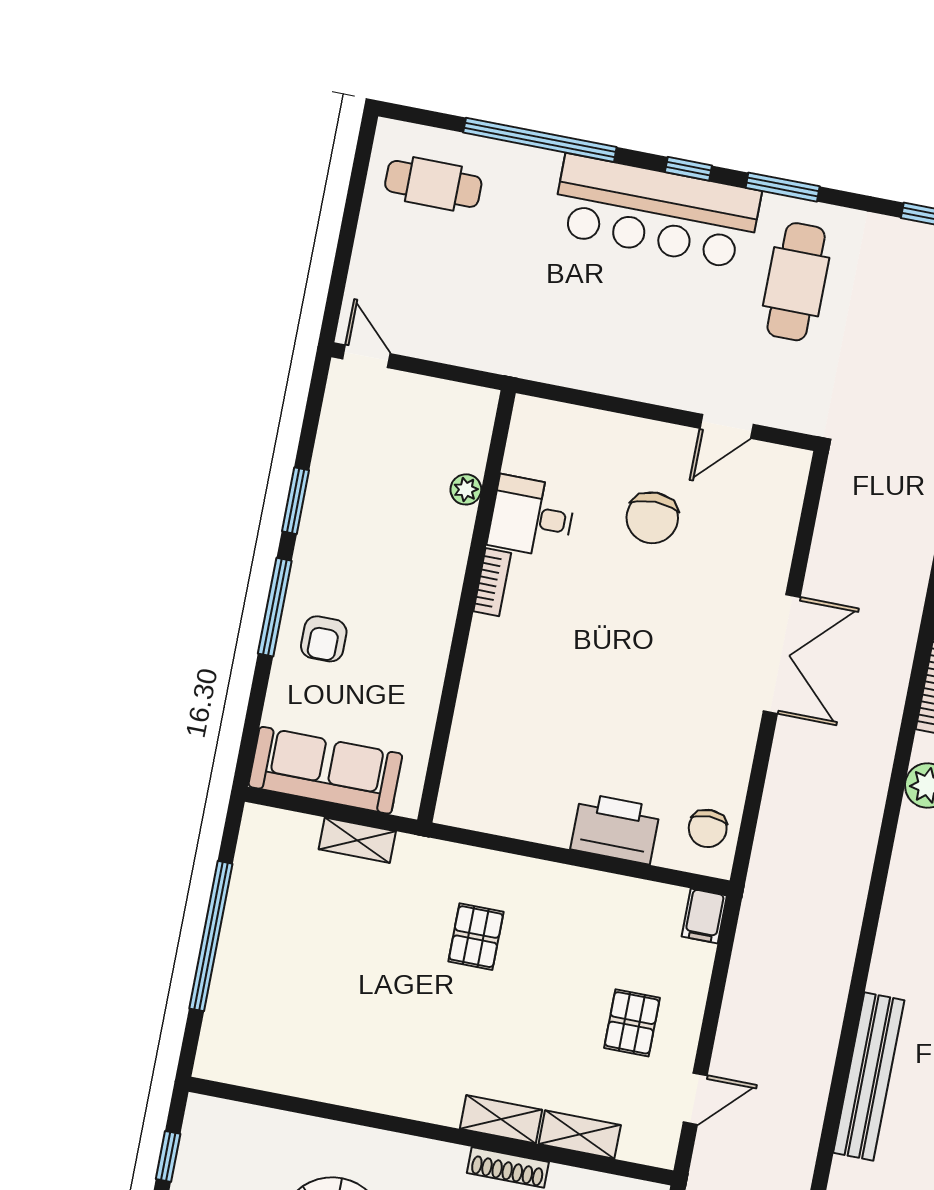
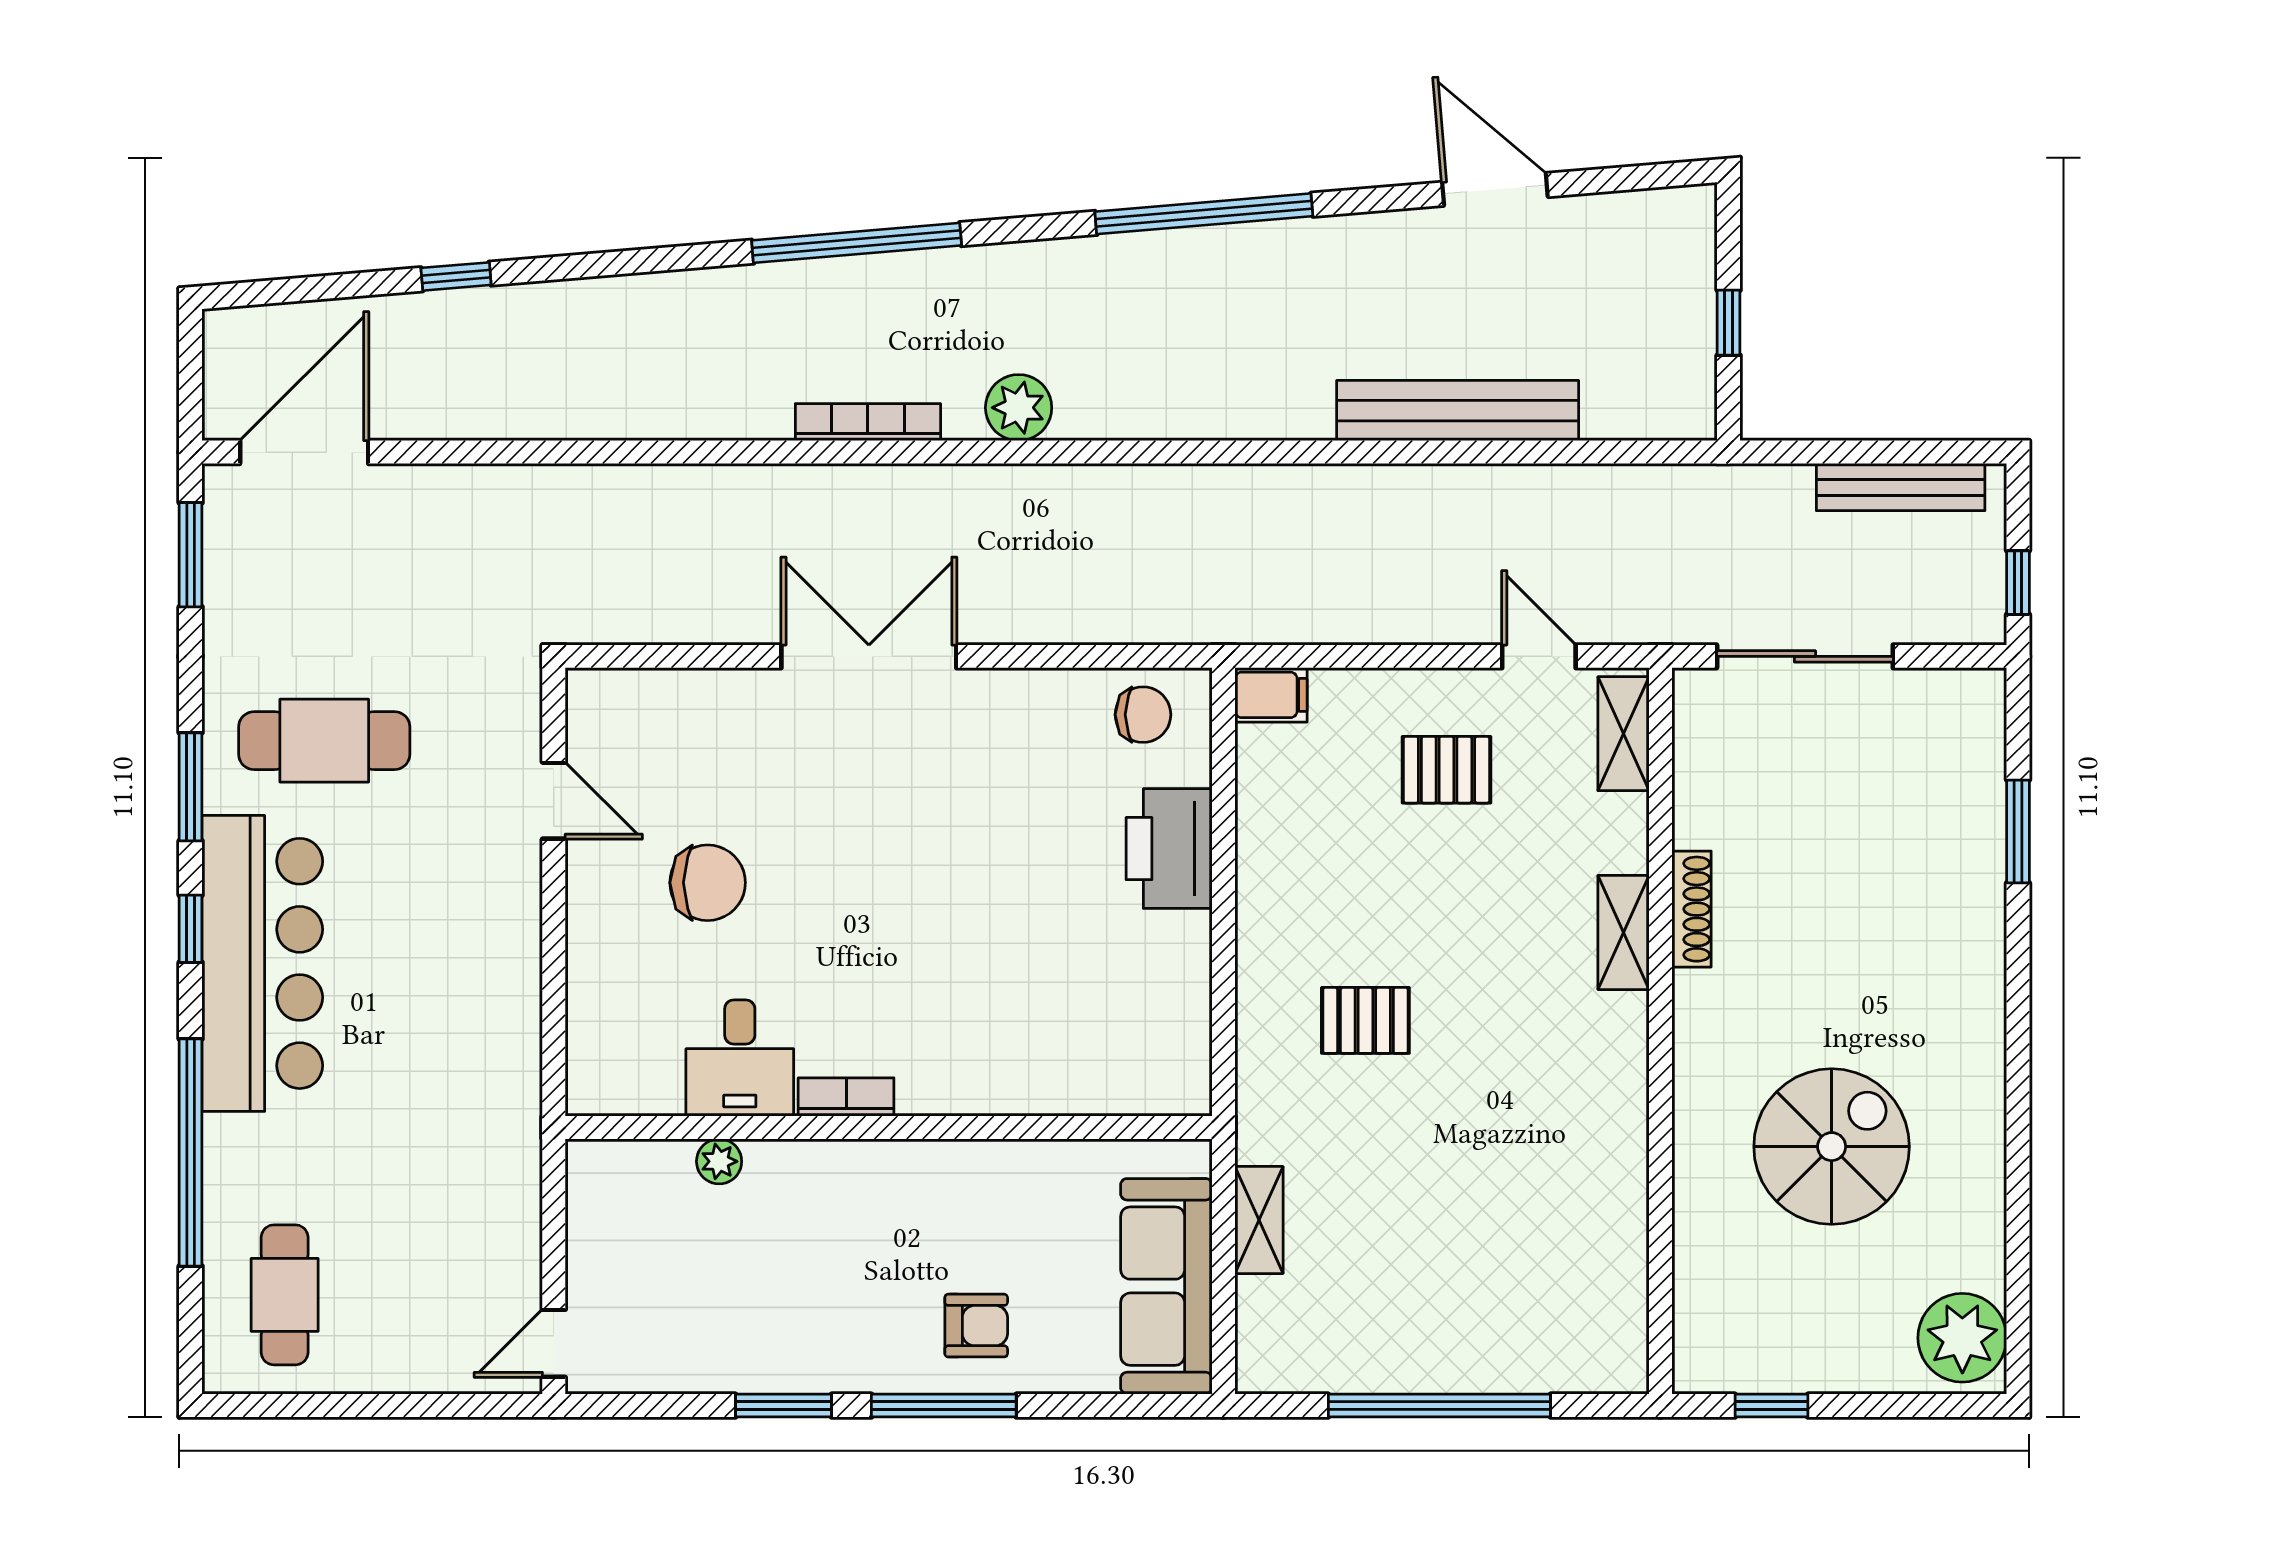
shelving: (580, 1135) -> (1623, 734), moved

